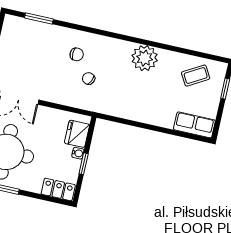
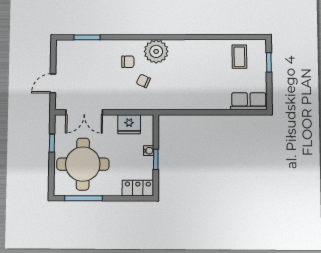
plant: (145, 58) -> (156, 51), moved
coffee table: (196, 76) -> (239, 57), turned -60
fridge: (77, 134) -> (129, 124), moved, turned -90

